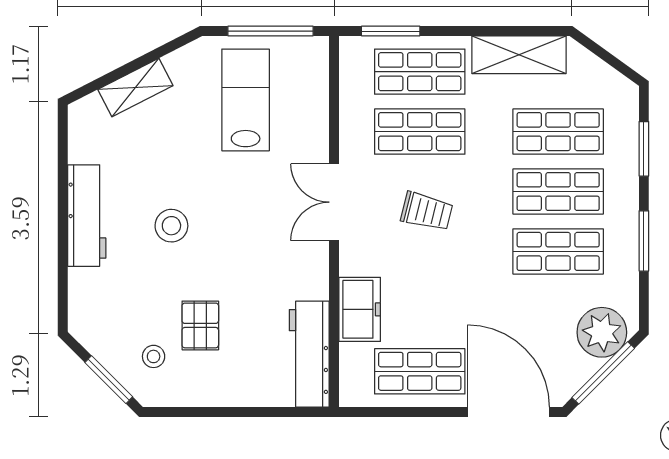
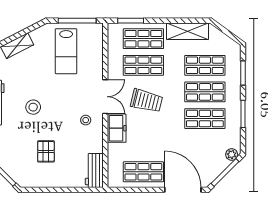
lab bench: (246, 100) -> (66, 51), turned 180
double door: (334, 202) -> (105, 97), swing flipped
trolley: (427, 211) -> (146, 101), width x1.36, depth x1.39
freezer: (360, 309) -> (117, 128), moved
plant: (602, 332) -> (232, 154), width x0.53, depth x0.53
workbench: (309, 354) -> (94, 171), width x0.73
stool: (154, 356) -> (86, 120), moved

